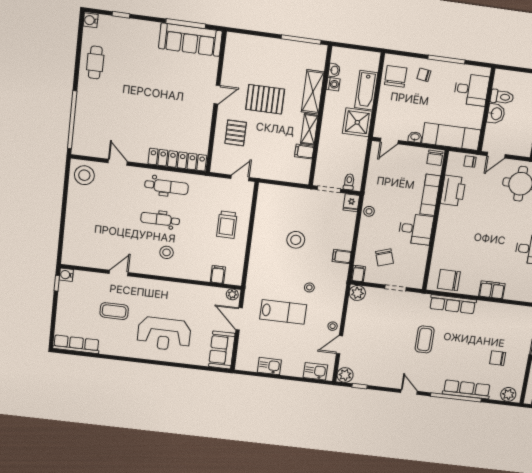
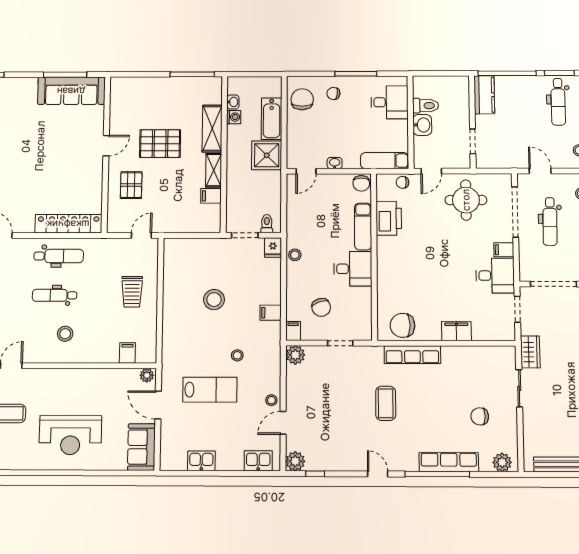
exam couch: (451, 136) -> (385, 161), width x0.73, depth x0.69

